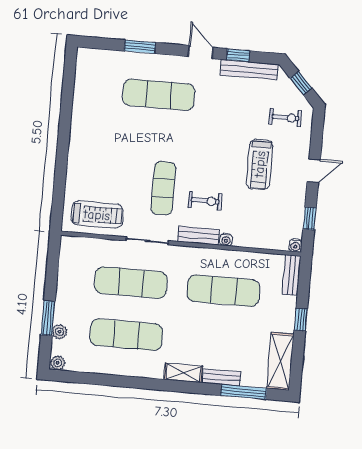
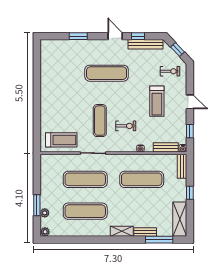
exercise mat: (159, 95) -> (107, 73), moved
door: (314, 171) -> (190, 102), hinge flipped
bench: (198, 236) -> (166, 147), moved

